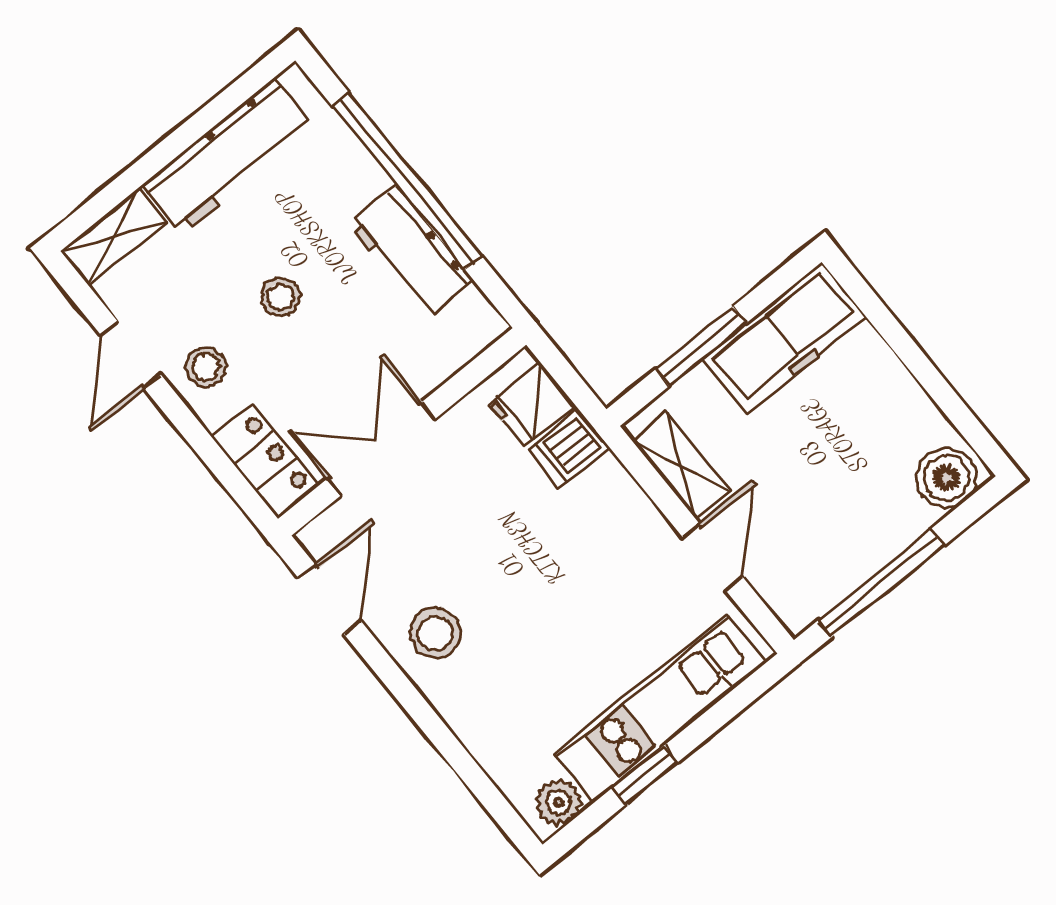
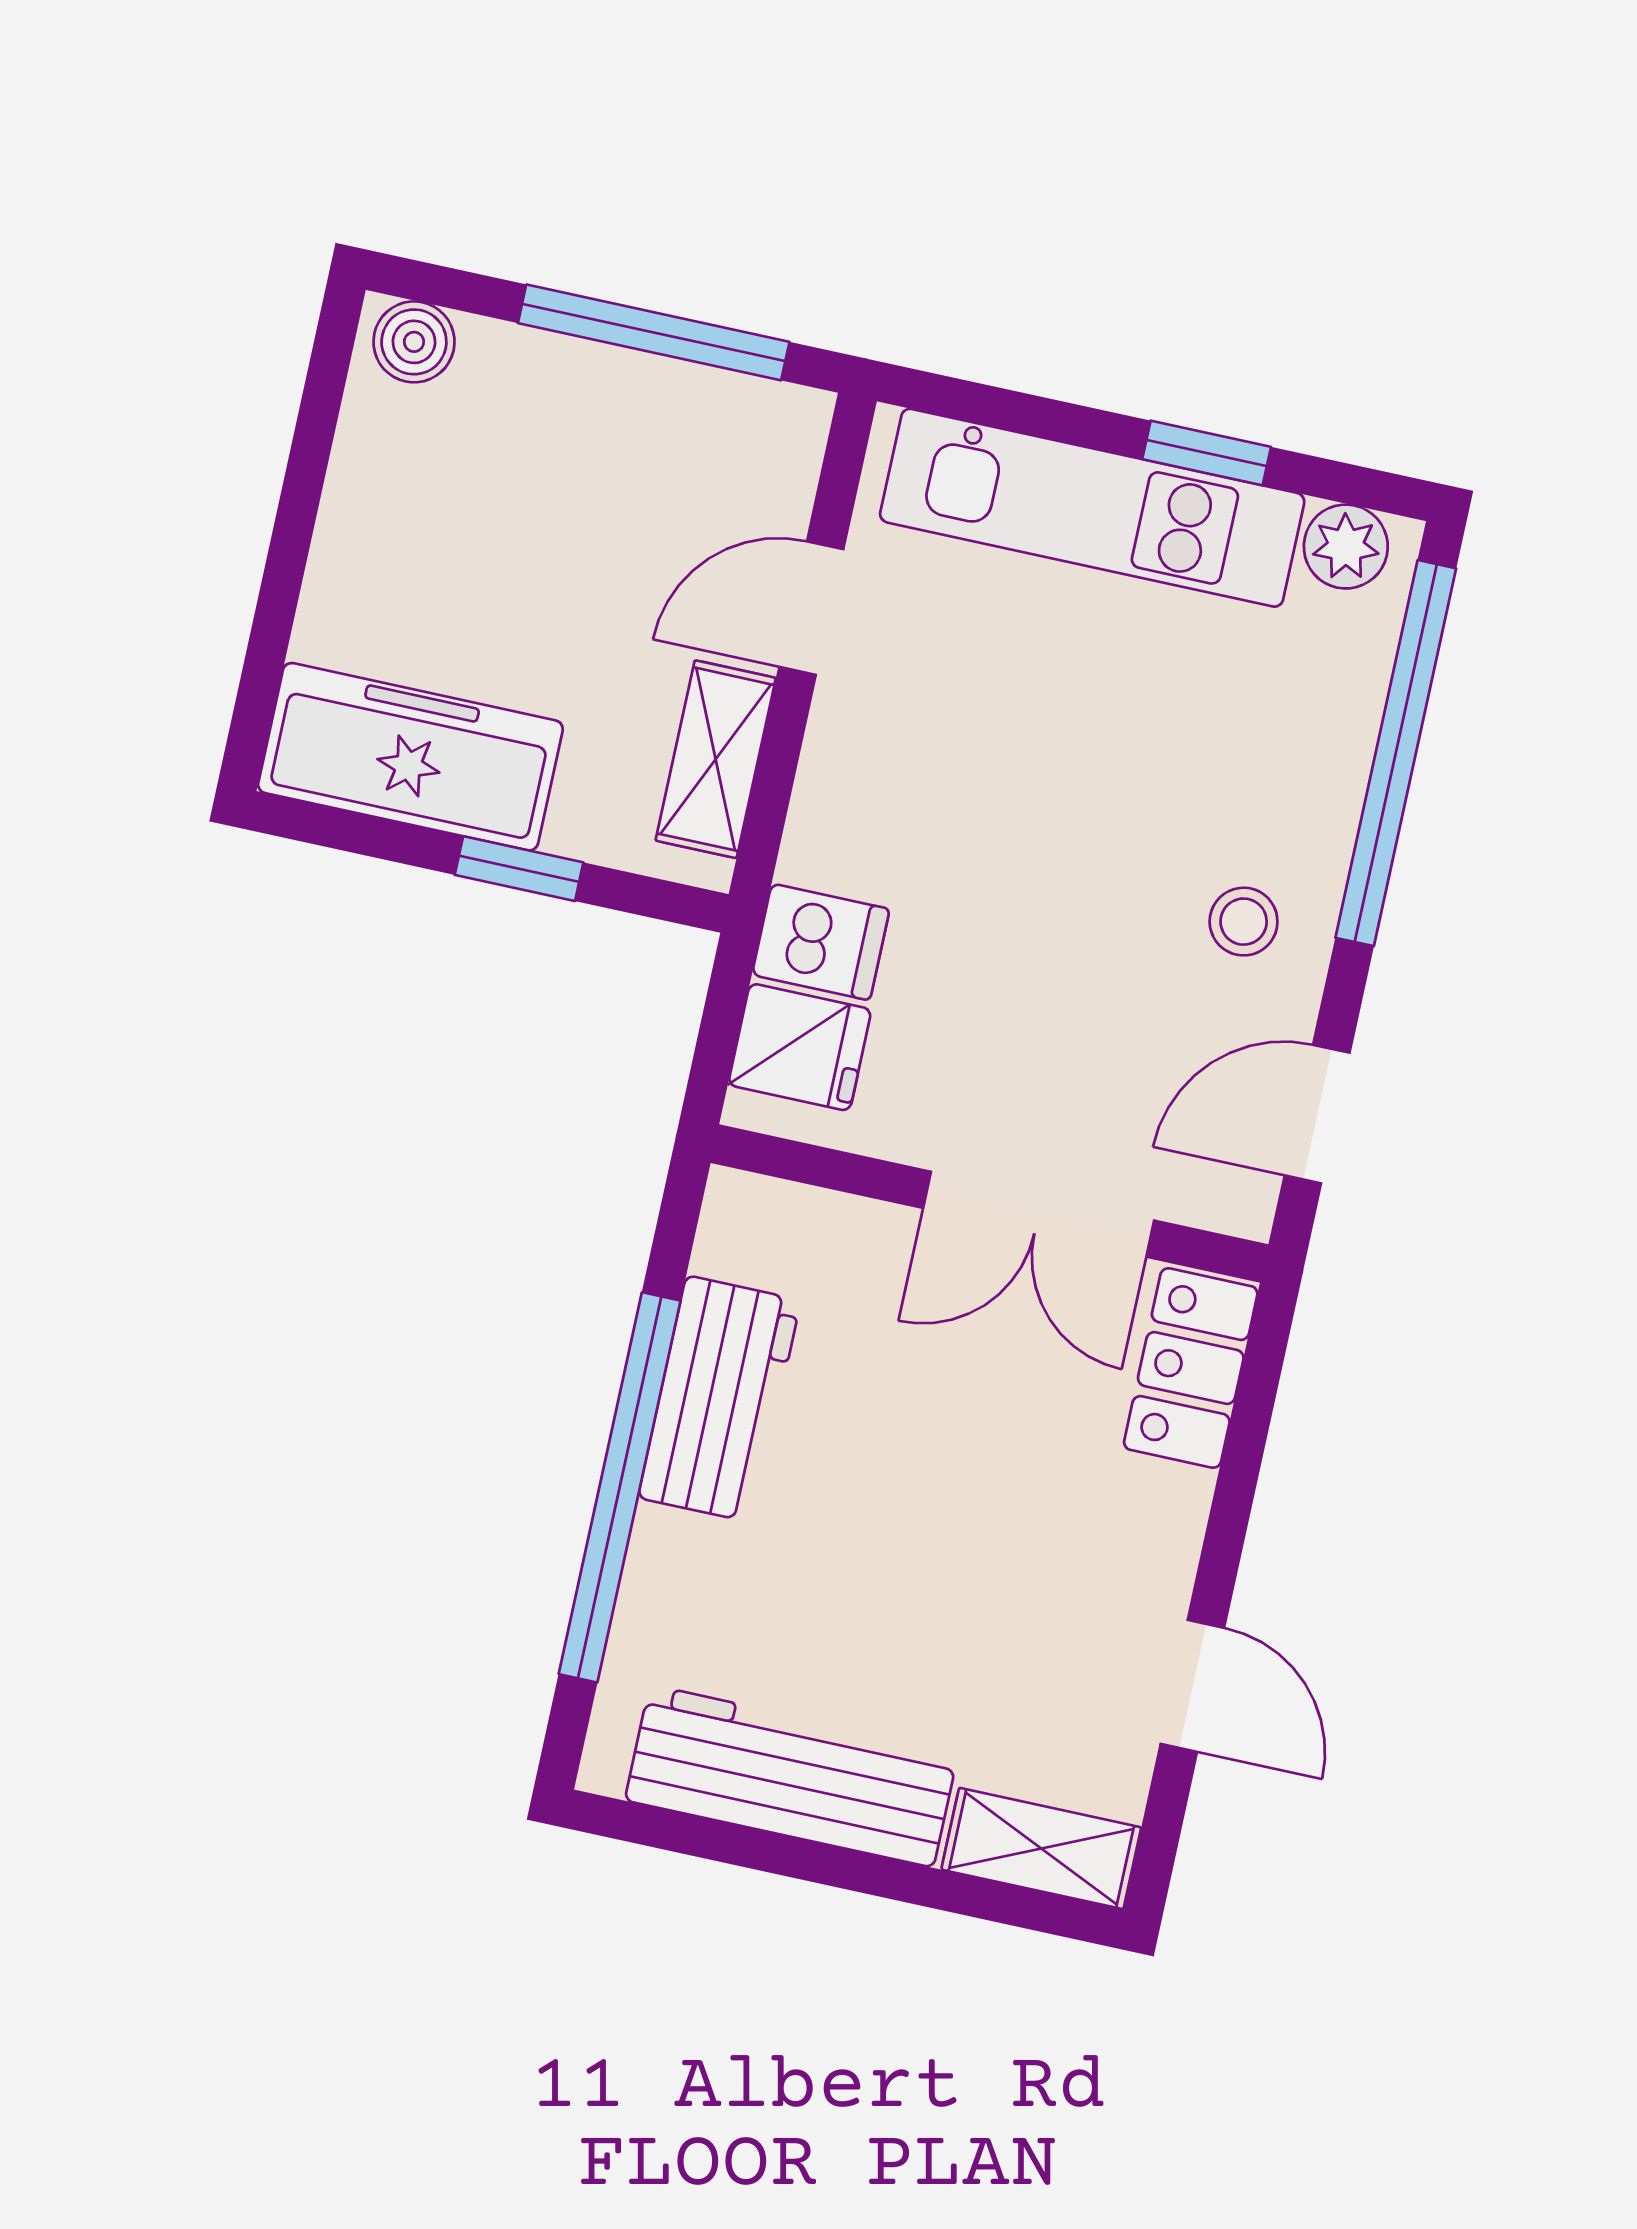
stool: (281, 297) -> (934, 1536), removed
window: (701, 346) -> (519, 869), width x0.67
door: (131, 355) -> (1192, 1686), hinge flipped
stool: (206, 367) -> (1123, 1564), removed
boiler: (947, 478) -> (414, 342), width x0.73, depth x0.73
stool: (435, 633) -> (1244, 922), width x0.73, depth x0.73
window: (455, 754) -> (1396, 753), added

